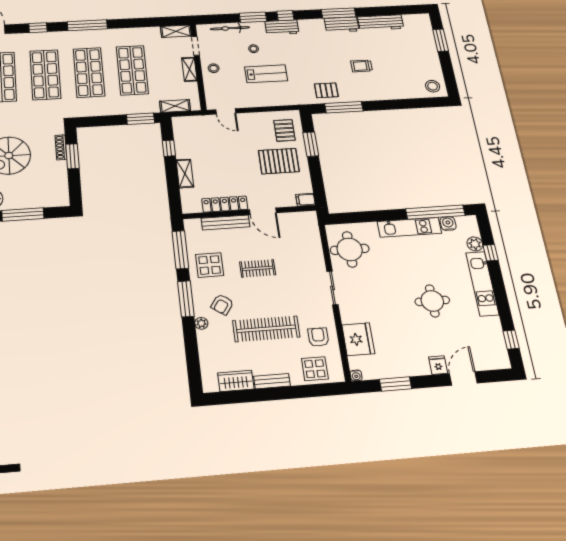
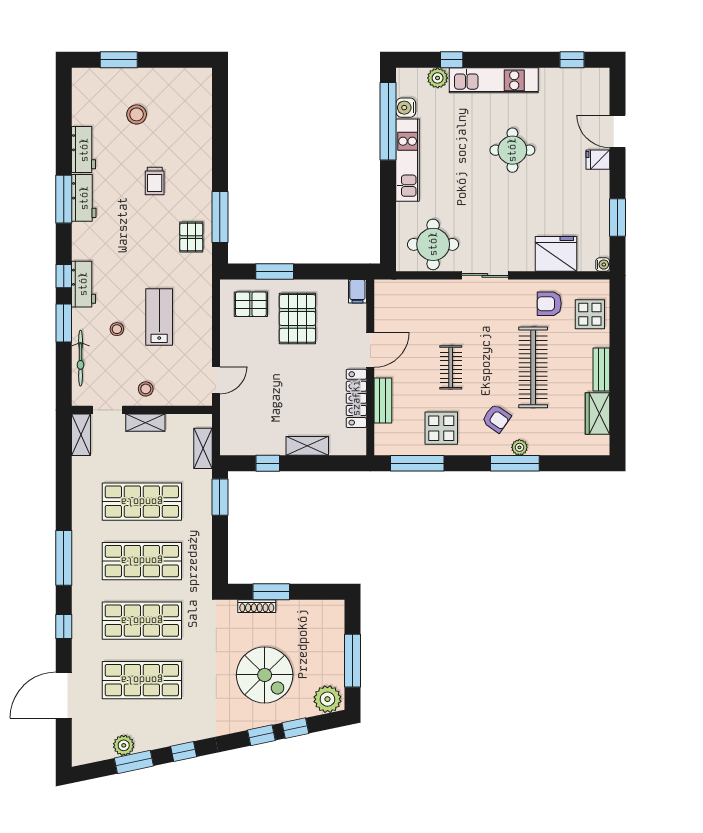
workbench: (381, 23) -> (84, 150), width x0.73
stool: (433, 86) -> (137, 114), moved
bench: (226, 222) -> (383, 401), width x0.73
window: (186, 299) -> (515, 463), moved

